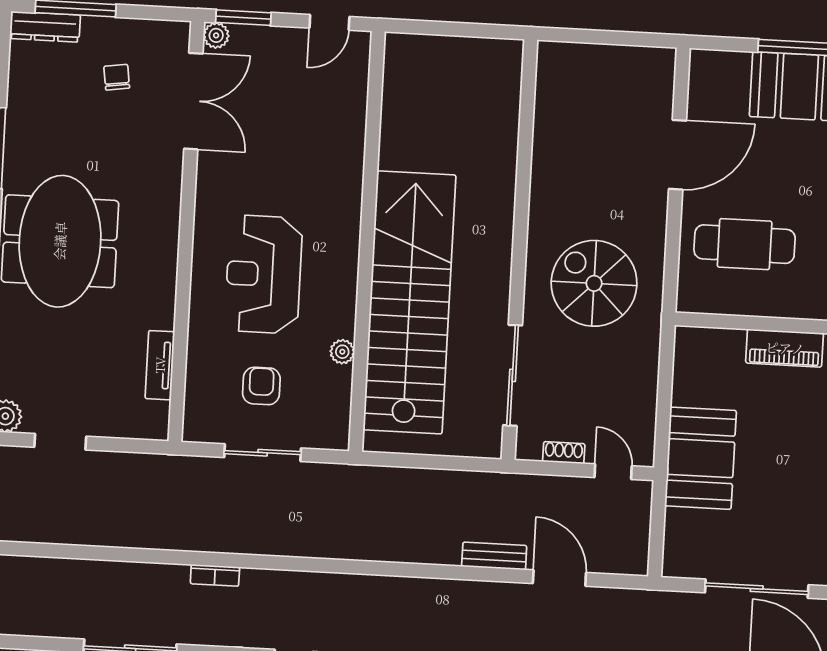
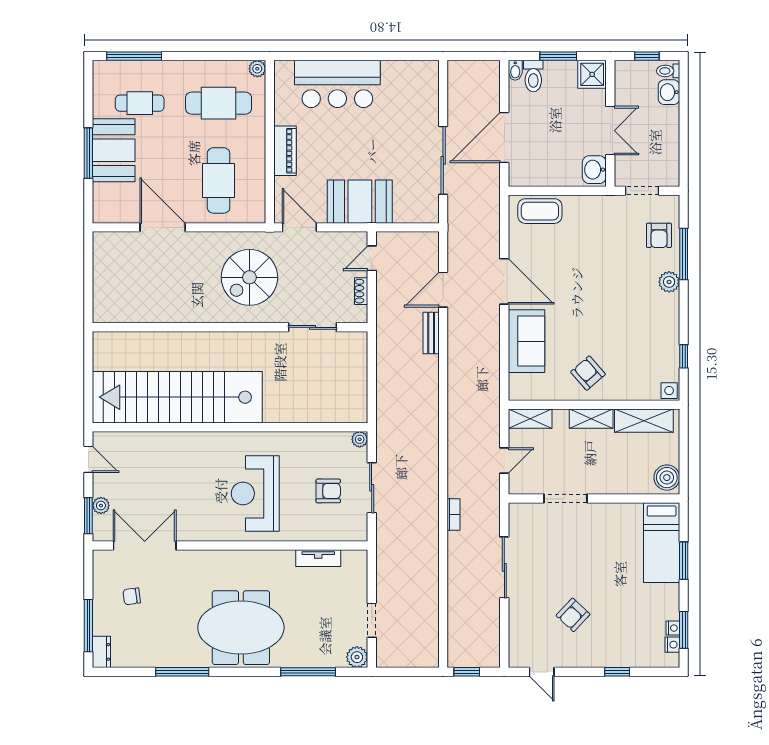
dresser: (45, 27) -> (101, 652), width x0.70
plant: (216, 35) -> (101, 506), moved
reception desk: (264, 274) -> (255, 493), turned 90
stairs: (409, 302) -> (177, 397), moved
plant: (342, 352) -> (360, 439), moved
door: (666, 364) -> (299, 227), added
sliding door: (513, 375) -> (312, 327), width x0.73
armchair: (261, 386) -> (328, 491), turned 180

